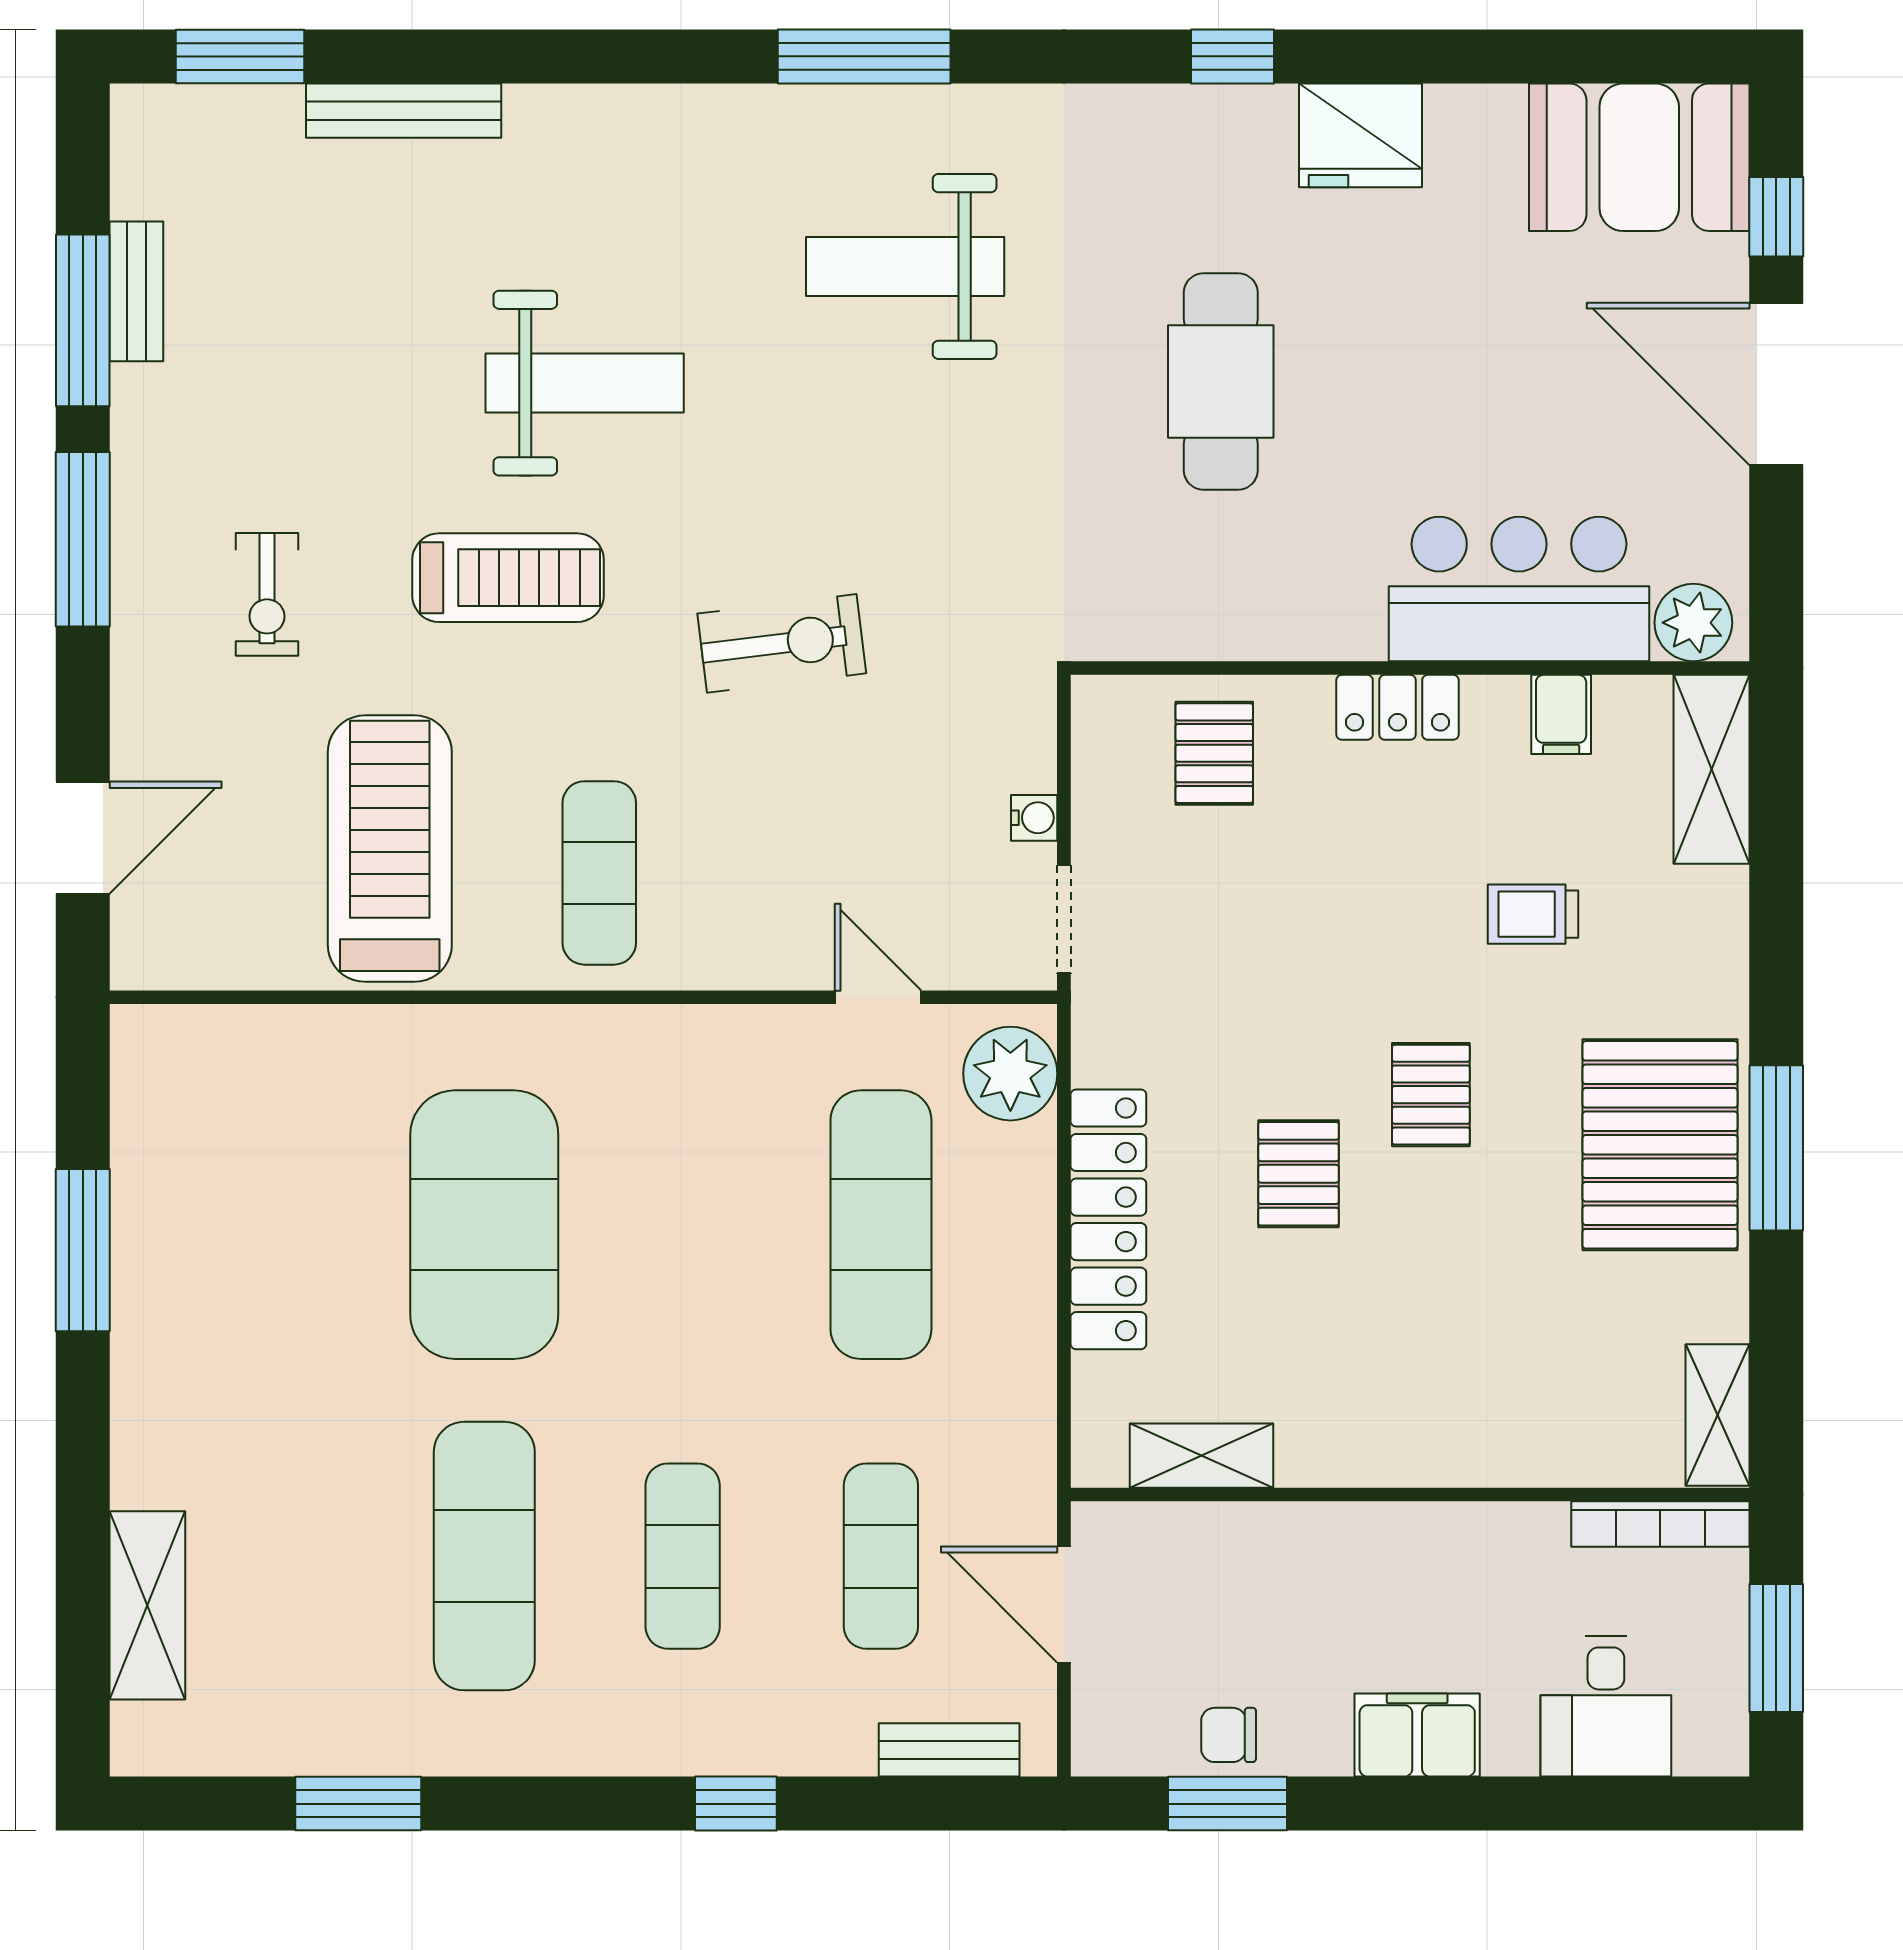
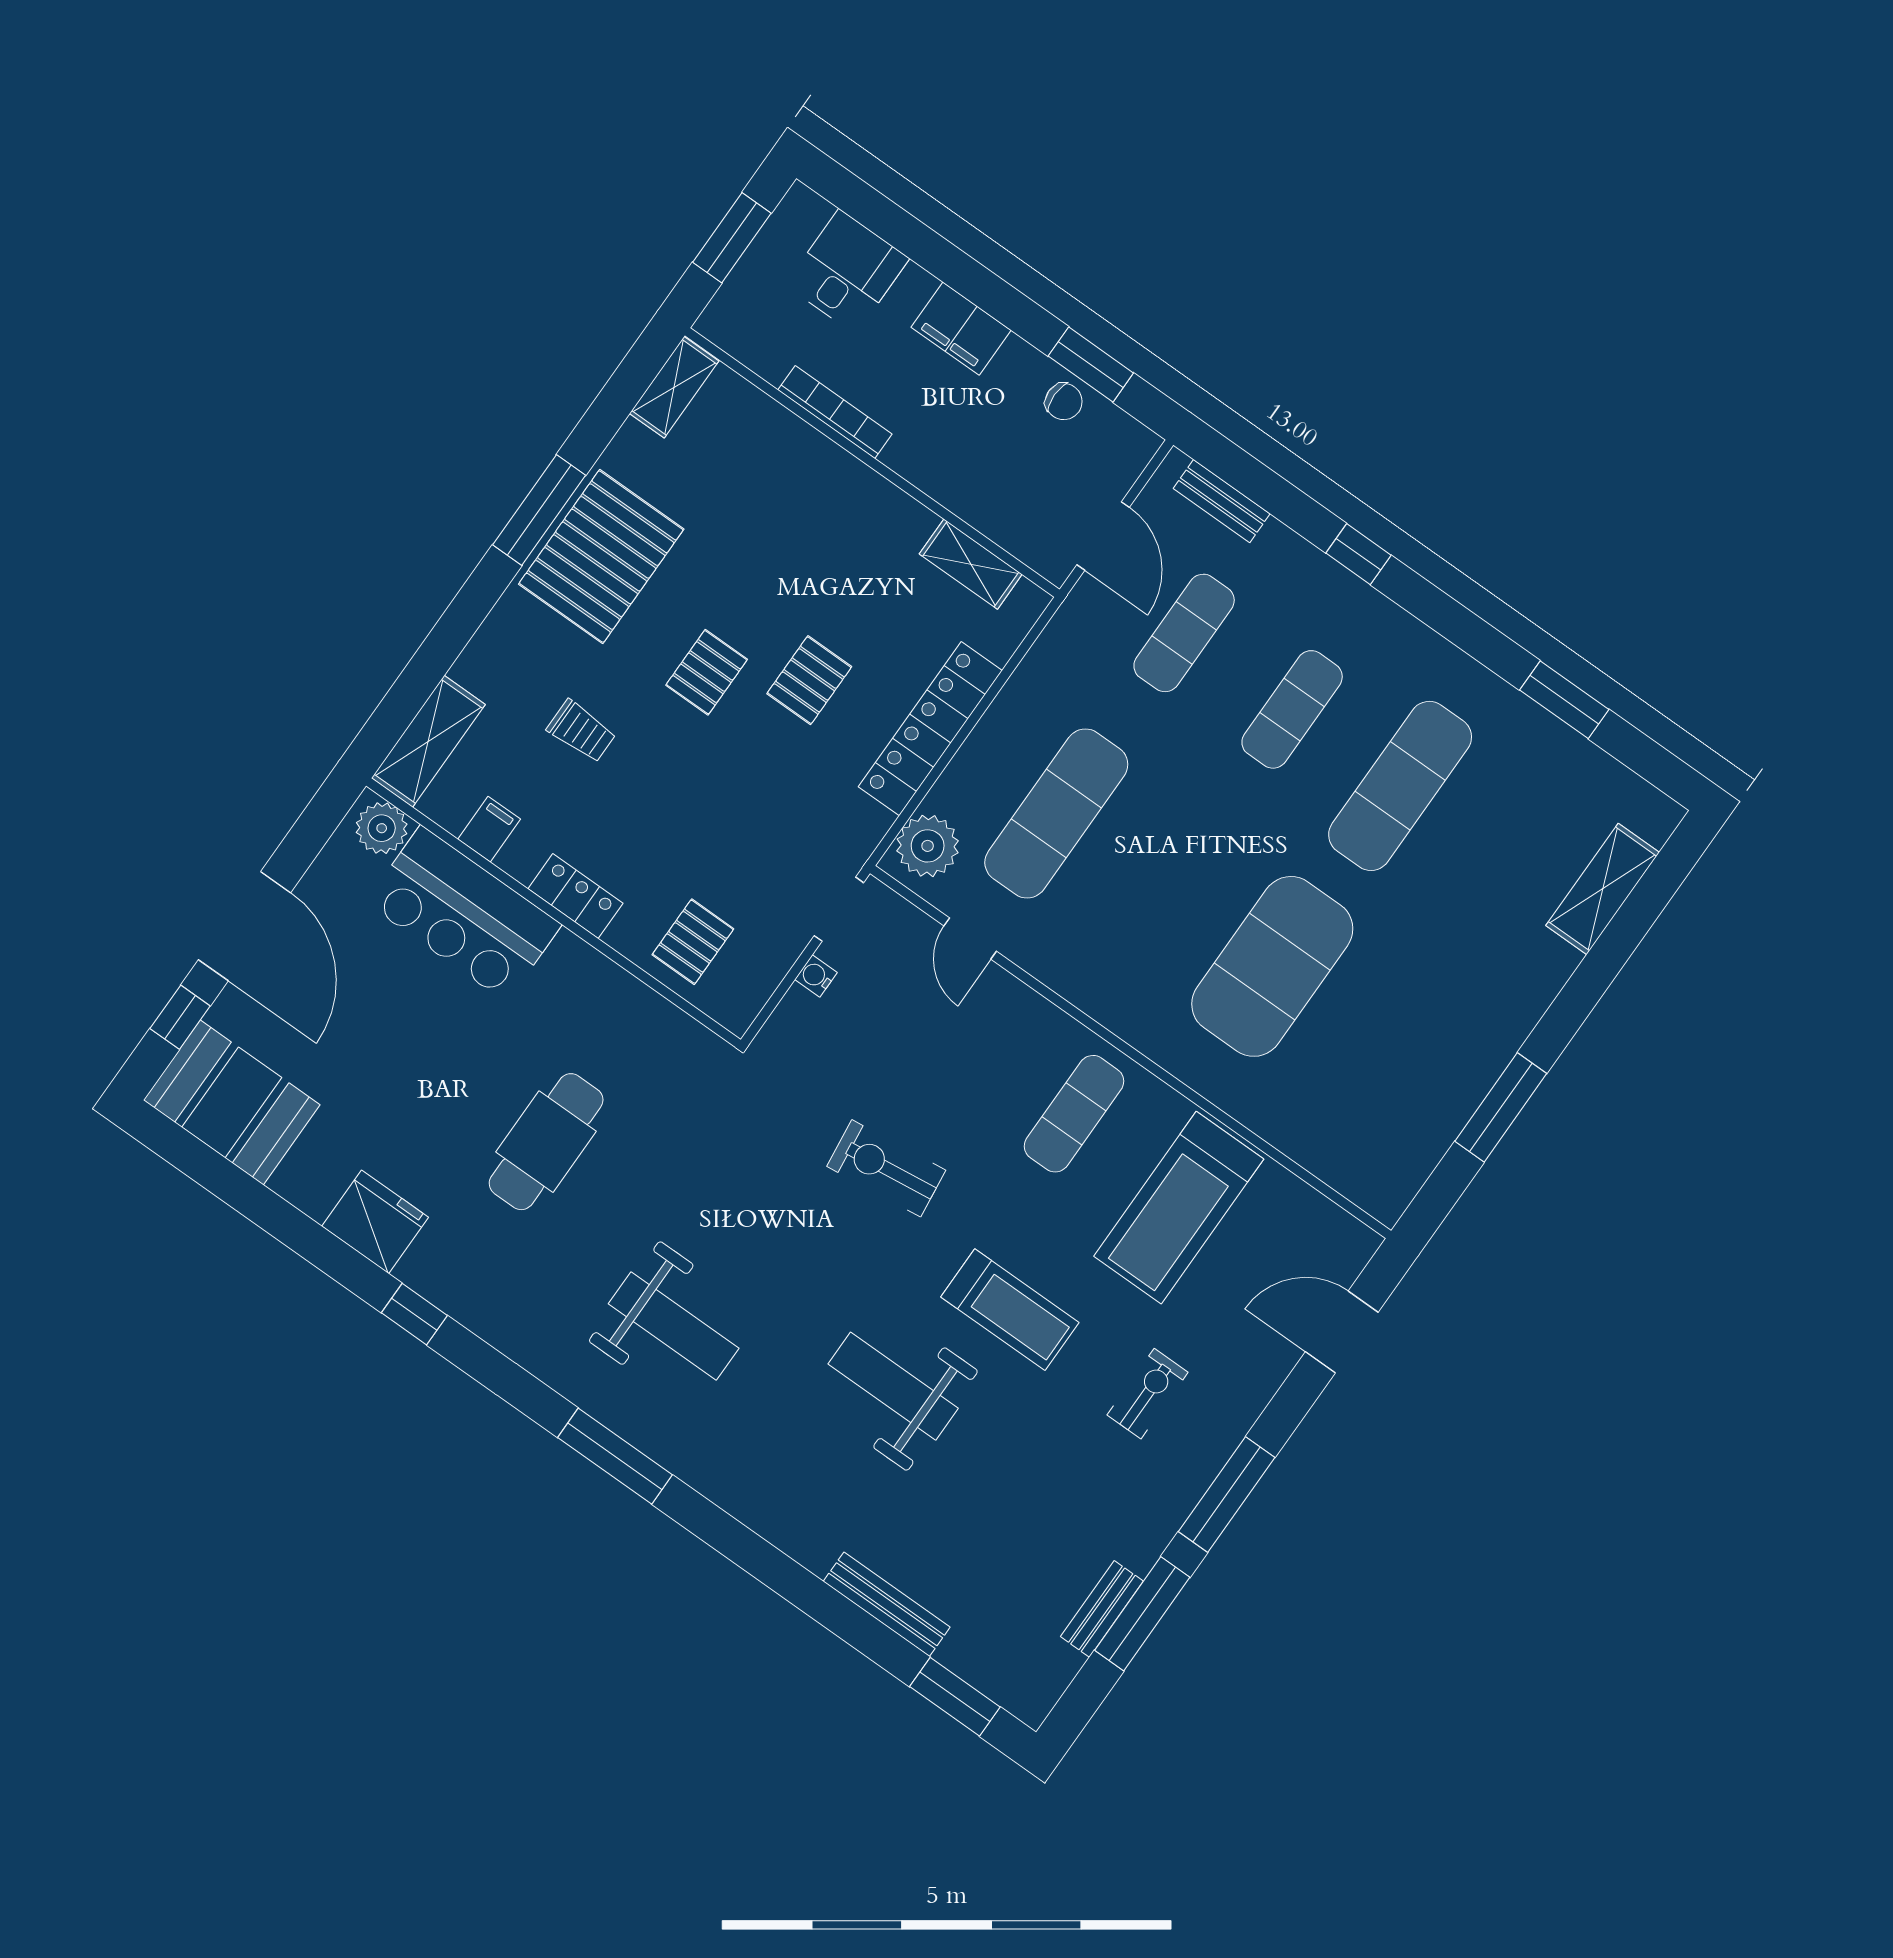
treadmill: (508, 578) -> (1010, 1310), turned 180
bookcase: (1660, 1524) -> (835, 412), moved

